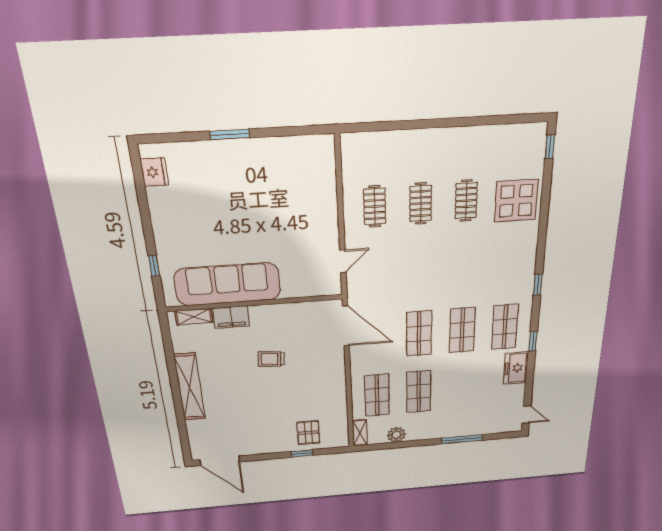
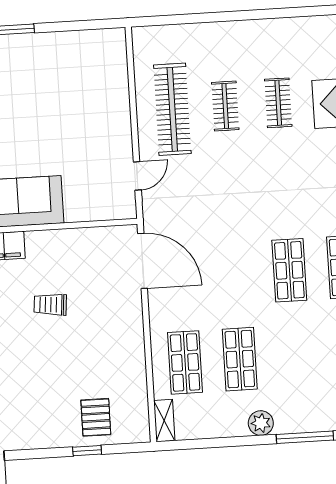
clothes rail: (375, 206) -> (172, 109), width x1.86, depth x1.31
shop shelf: (419, 334) -> (235, 274), removed
plant: (396, 435) -> (261, 423), moved

